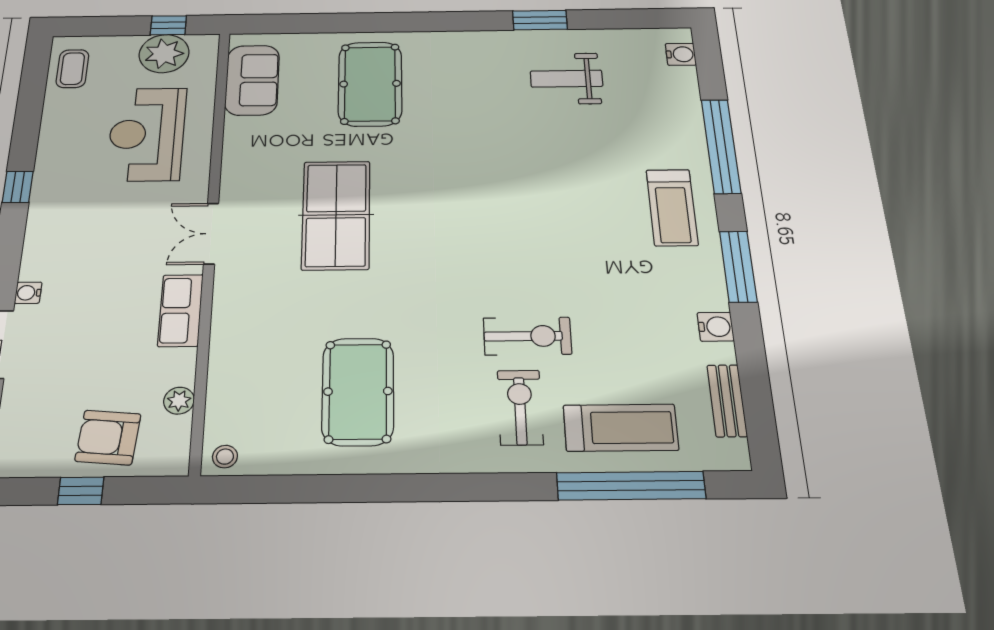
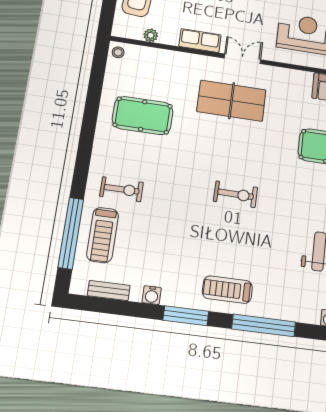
table tennis table: (336, 215) -> (232, 101), moved
exercise bike: (527, 336) -> (236, 194), moved, turned -89

